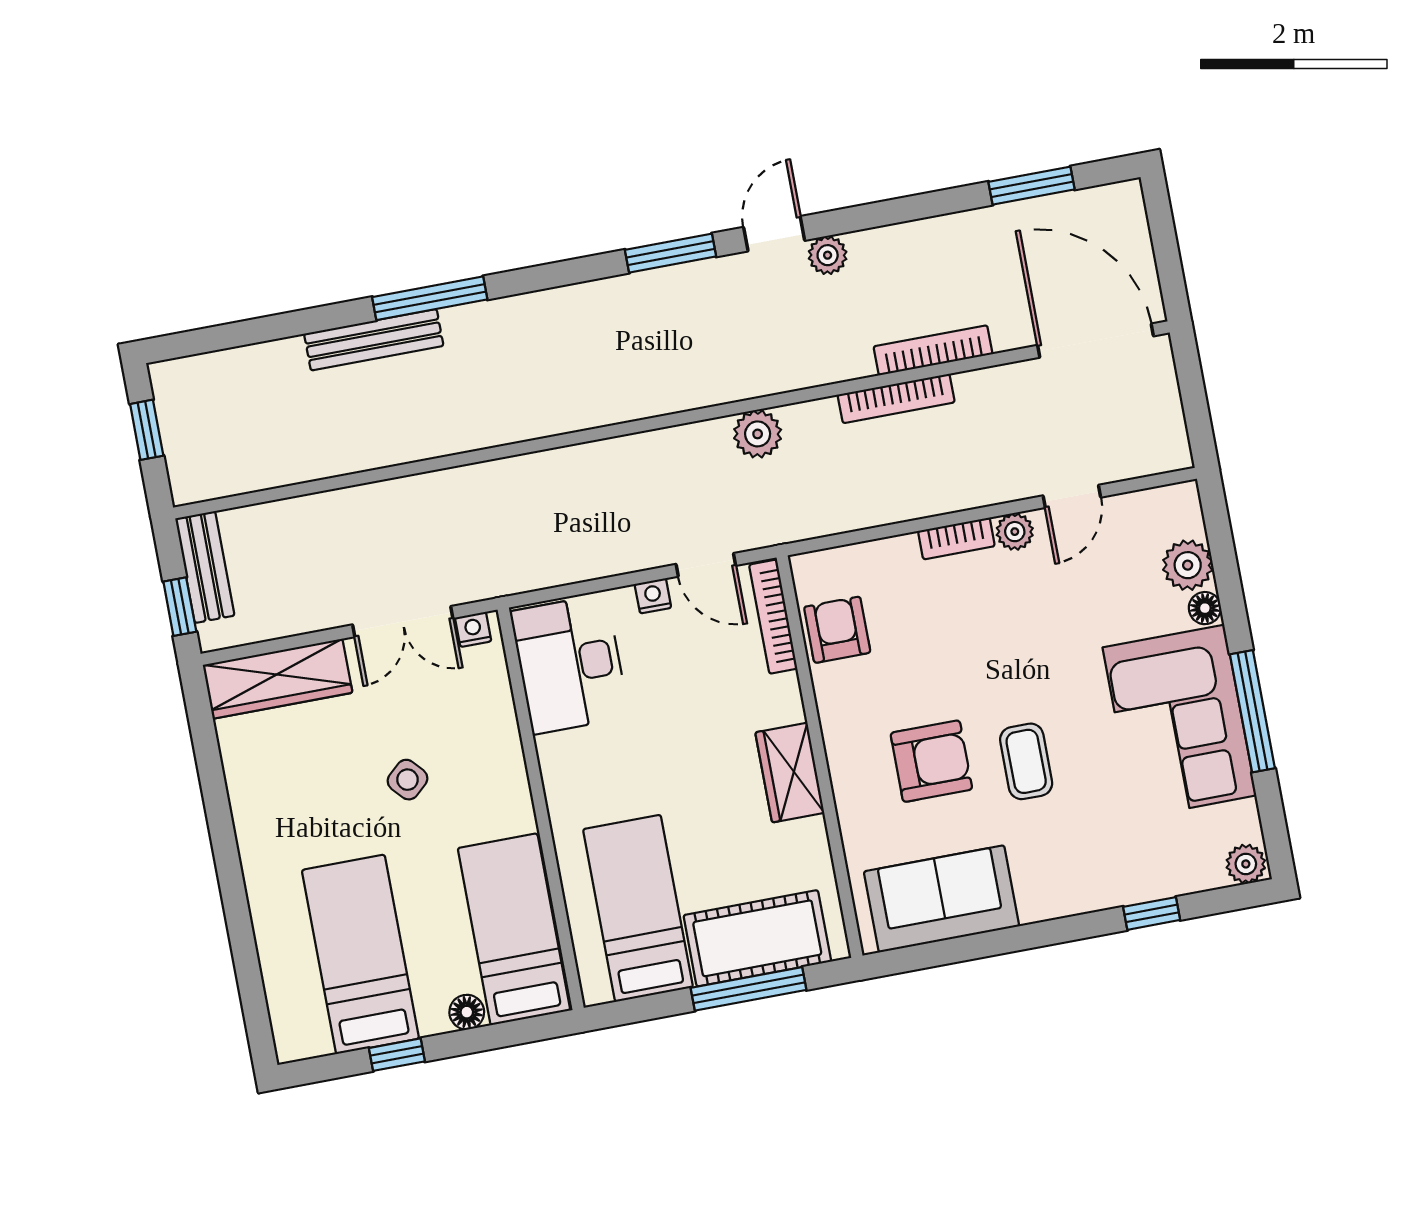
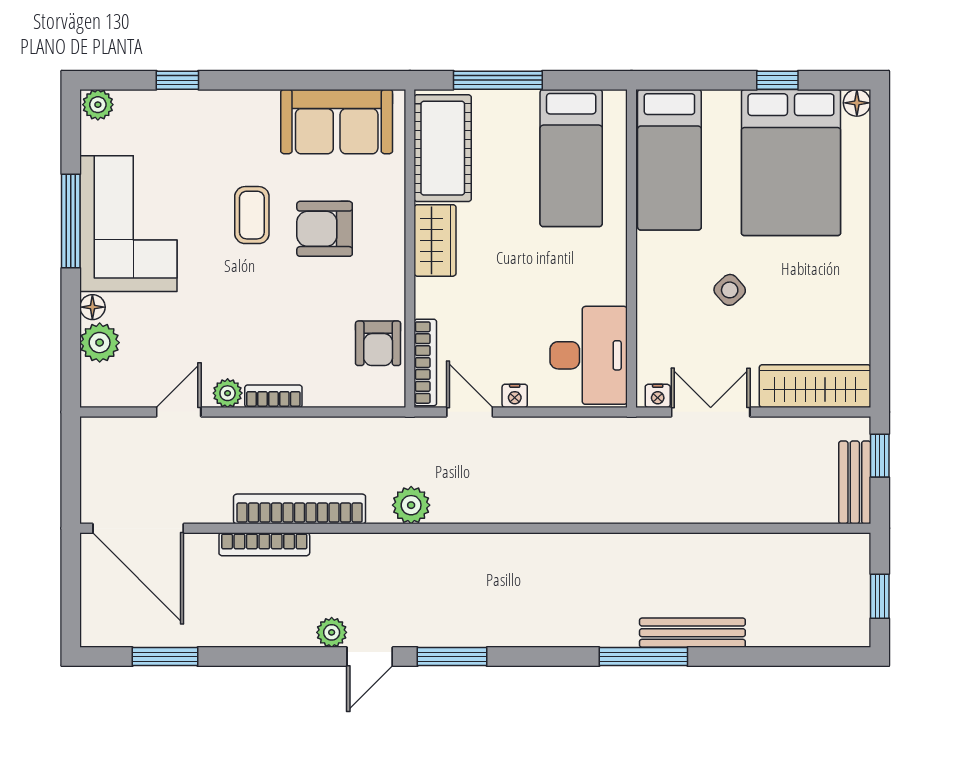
bookcase: (896, 398) -> (300, 509), width x1.48, depth x1.31
cot: (757, 938) -> (443, 148), moved, turned 90
bed: (360, 954) -> (791, 163), width x1.50
floor lamp: (467, 1012) -> (857, 103), moved

